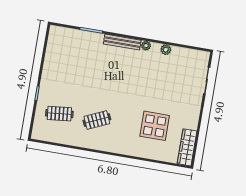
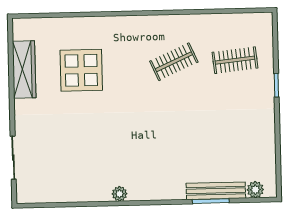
bench: (122, 42) -> (216, 191), moved
plant: (166, 50) -> (255, 190), moved
wardrobe: (187, 147) -> (24, 69), moved

